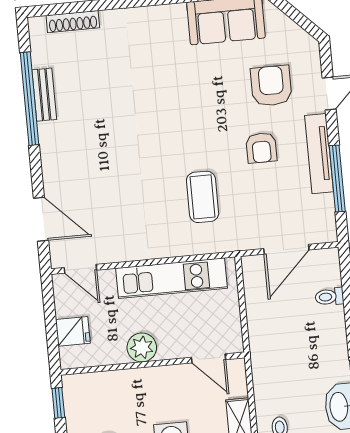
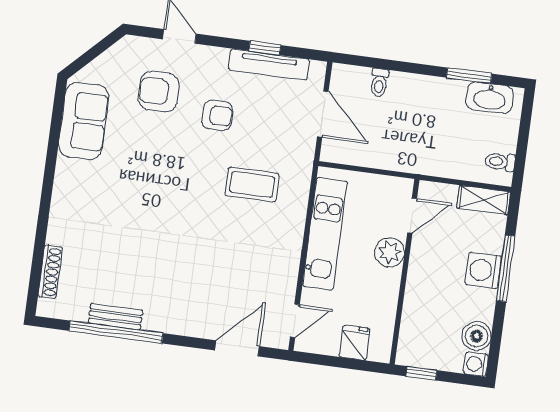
tv unit: (319, 154) -> (269, 65), moved
window: (337, 179) -> (265, 48), width x0.46
plant: (142, 347) -> (390, 252), moved

